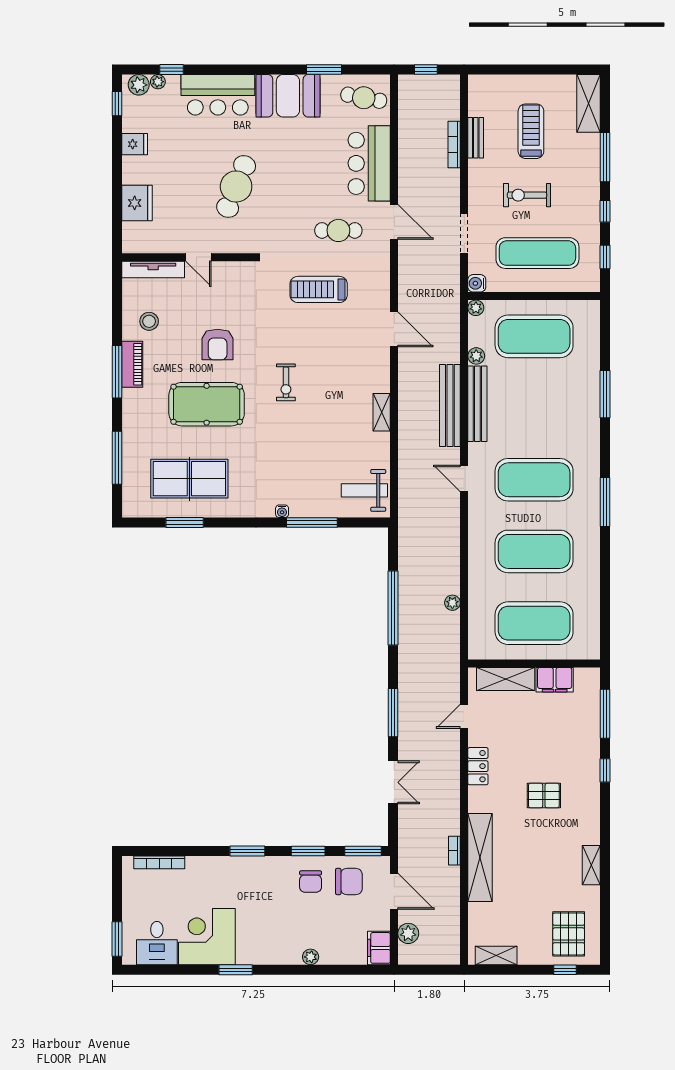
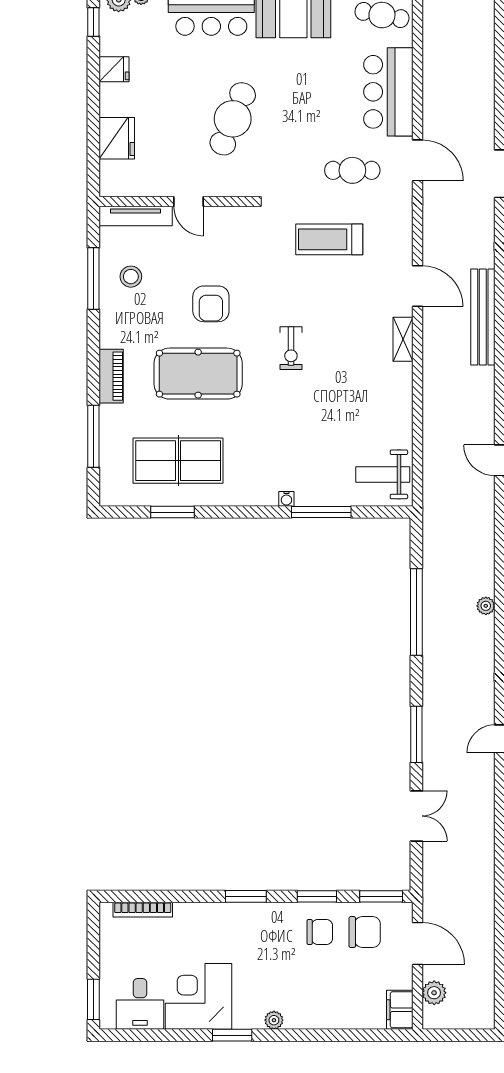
bookcase: (454, 145) -> (488, 70), removed
piano: (132, 364) -> (111, 376), moved
window: (117, 372) -> (93, 279), moved
bench: (450, 406) -> (483, 317), moved
shelving: (382, 412) -> (403, 339), moved
bookcase: (454, 851) -> (488, 896), removed
chair: (311, 882) -> (320, 932), turned -90
plant: (311, 957) -> (274, 1020), moved

